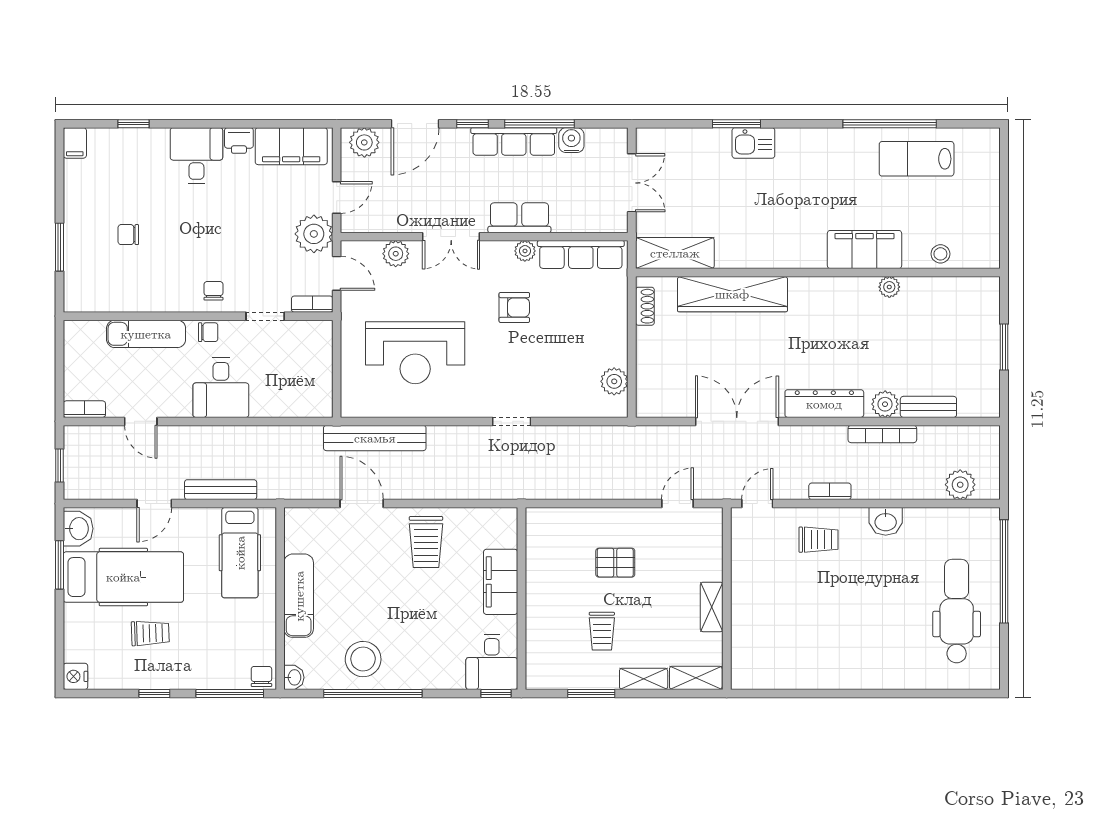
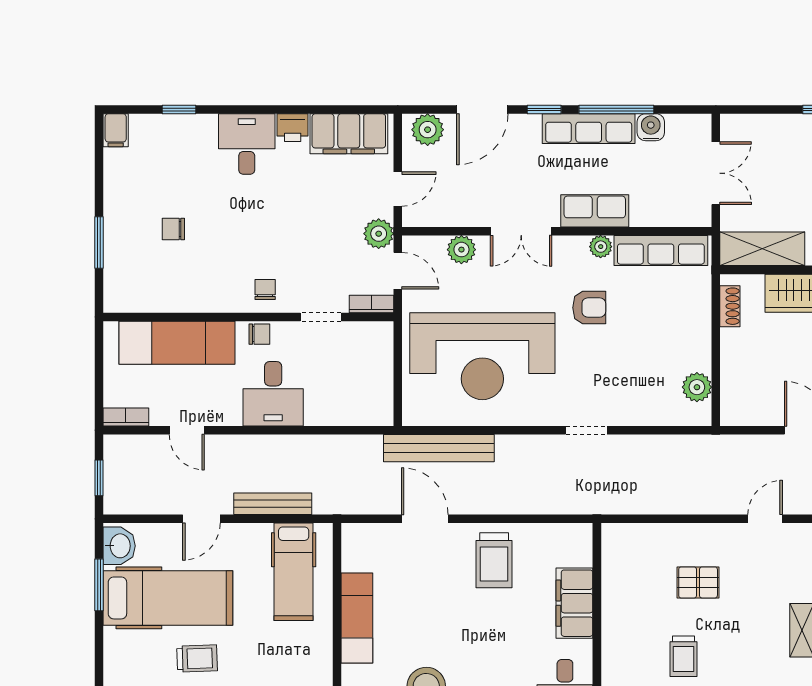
plant: (314, 234) -> (379, 234), width x0.73, depth x0.73
exam couch: (146, 334) -> (177, 343), width x1.36, depth x1.45
reception desk: (415, 353) -> (482, 356), width x1.36, depth x1.30

